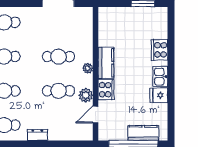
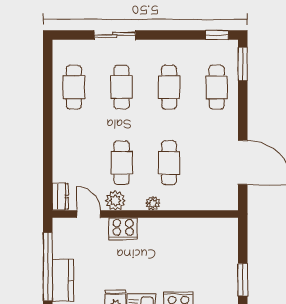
kitchen counter: (106, 63) -> (160, 229), removed
dresser: (37, 135) -> (60, 196), moved

